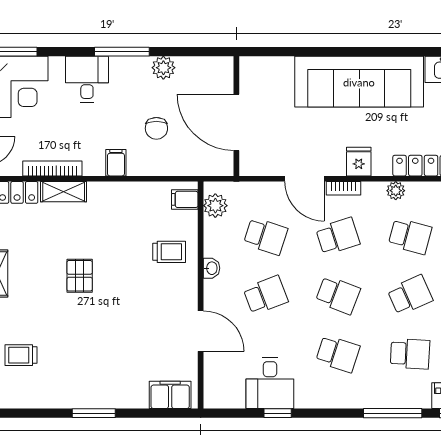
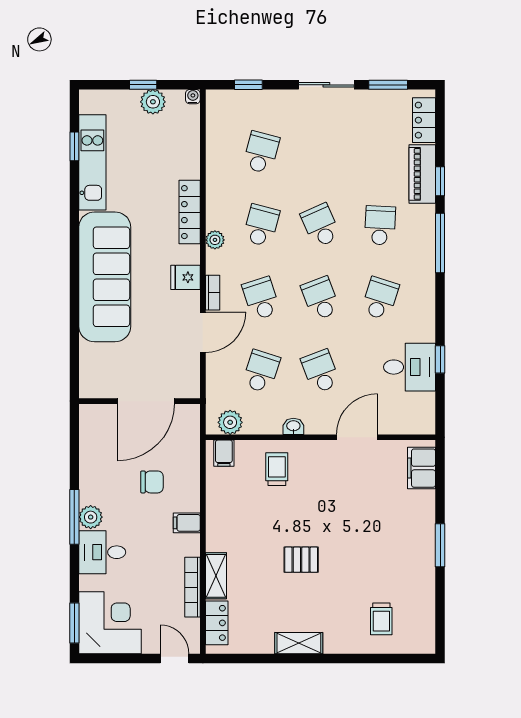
plant: (163, 68) -> (91, 517), moved
school desk: (338, 295) -> (321, 298), turned -42

